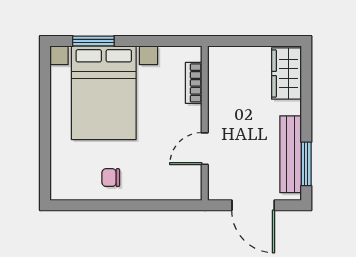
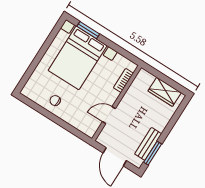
wardrobe: (286, 74) -> (165, 92), moved, turned -90
bench: (291, 154) -> (148, 144), width x0.73

